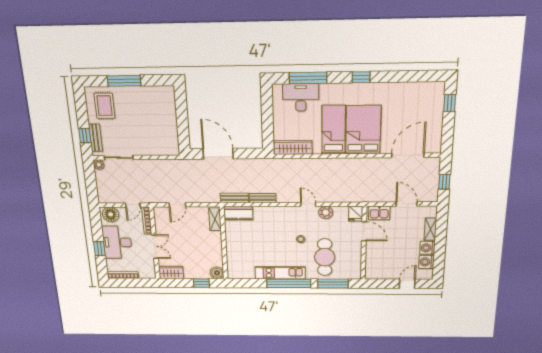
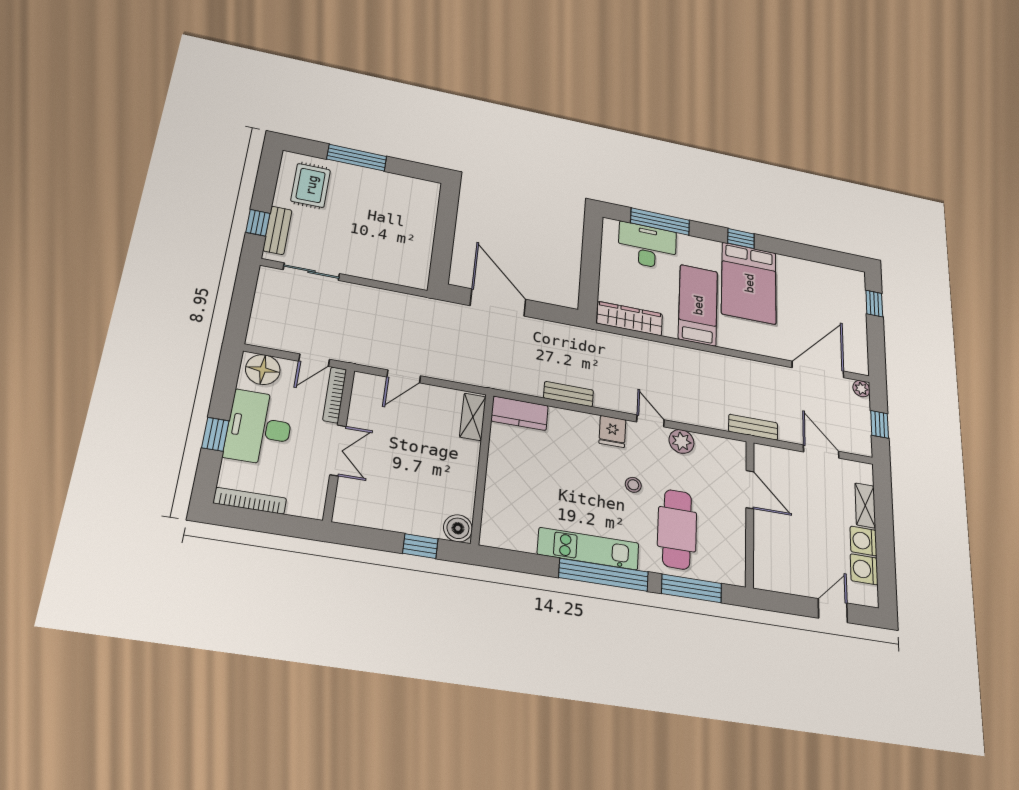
bed: (363, 130) -> (749, 283), moved, turned 180
plant: (99, 165) -> (861, 389), moved
bench: (234, 198) -> (753, 427), moved
kitchen sink: (379, 213) -> (776, 459), removed
fridge: (356, 214) -> (612, 431), moved
wardrobe: (171, 273) -> (359, 512), removed

